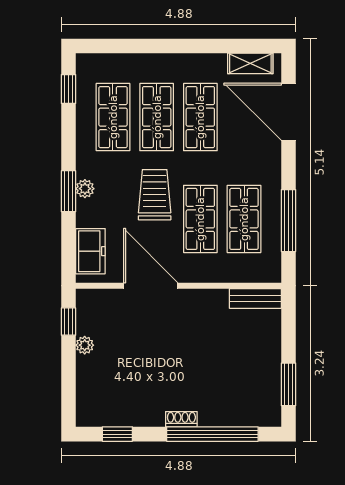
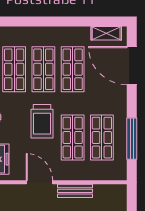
trolley: (155, 195) -> (42, 121), turned 180
door: (151, 286) -> (39, 182), width x0.73
bench: (255, 298) -> (75, 191), moved

